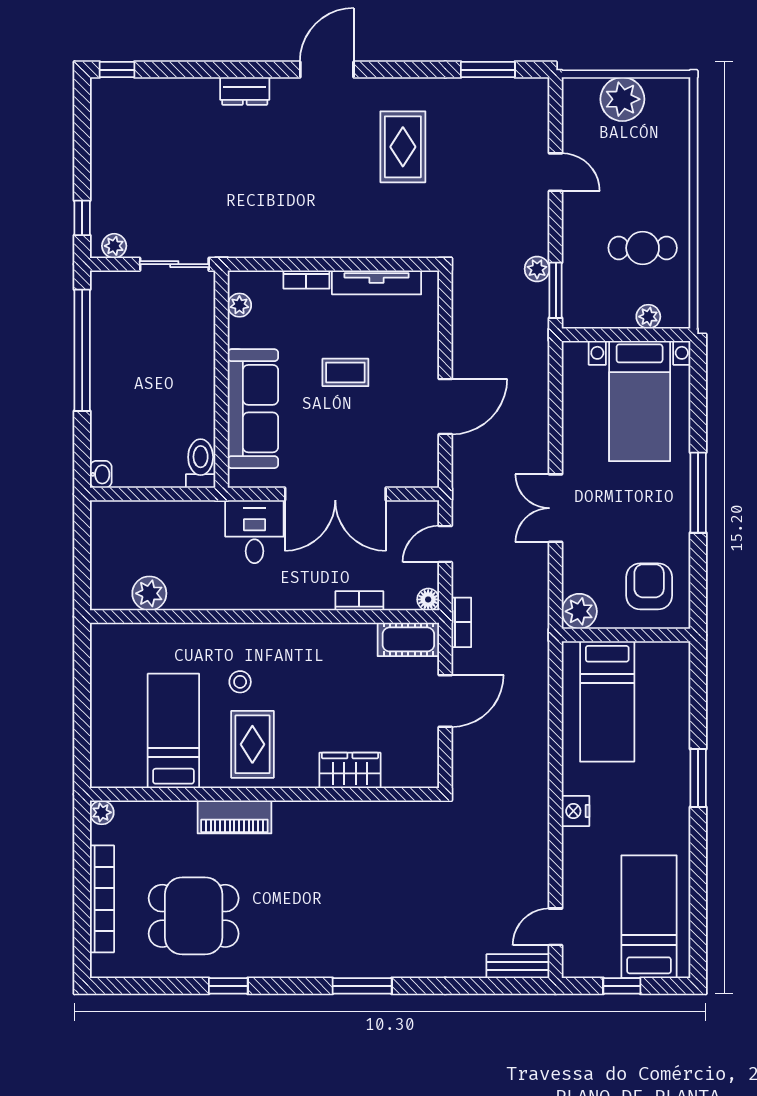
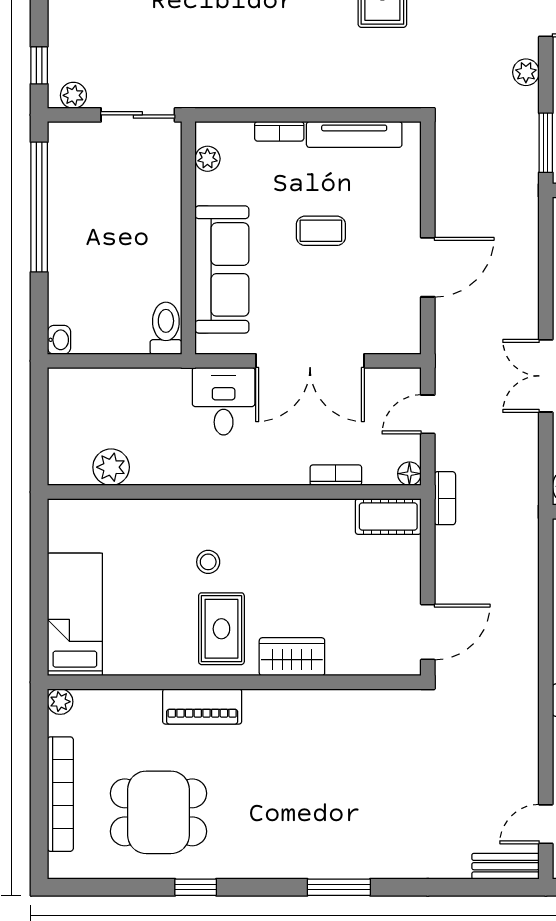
plant: (537, 269) -> (526, 72), moved
door: (445, 701) -> (428, 632), moved
bed: (173, 731) -> (75, 614), moved
wardrobe: (350, 770) -> (292, 657), moved

